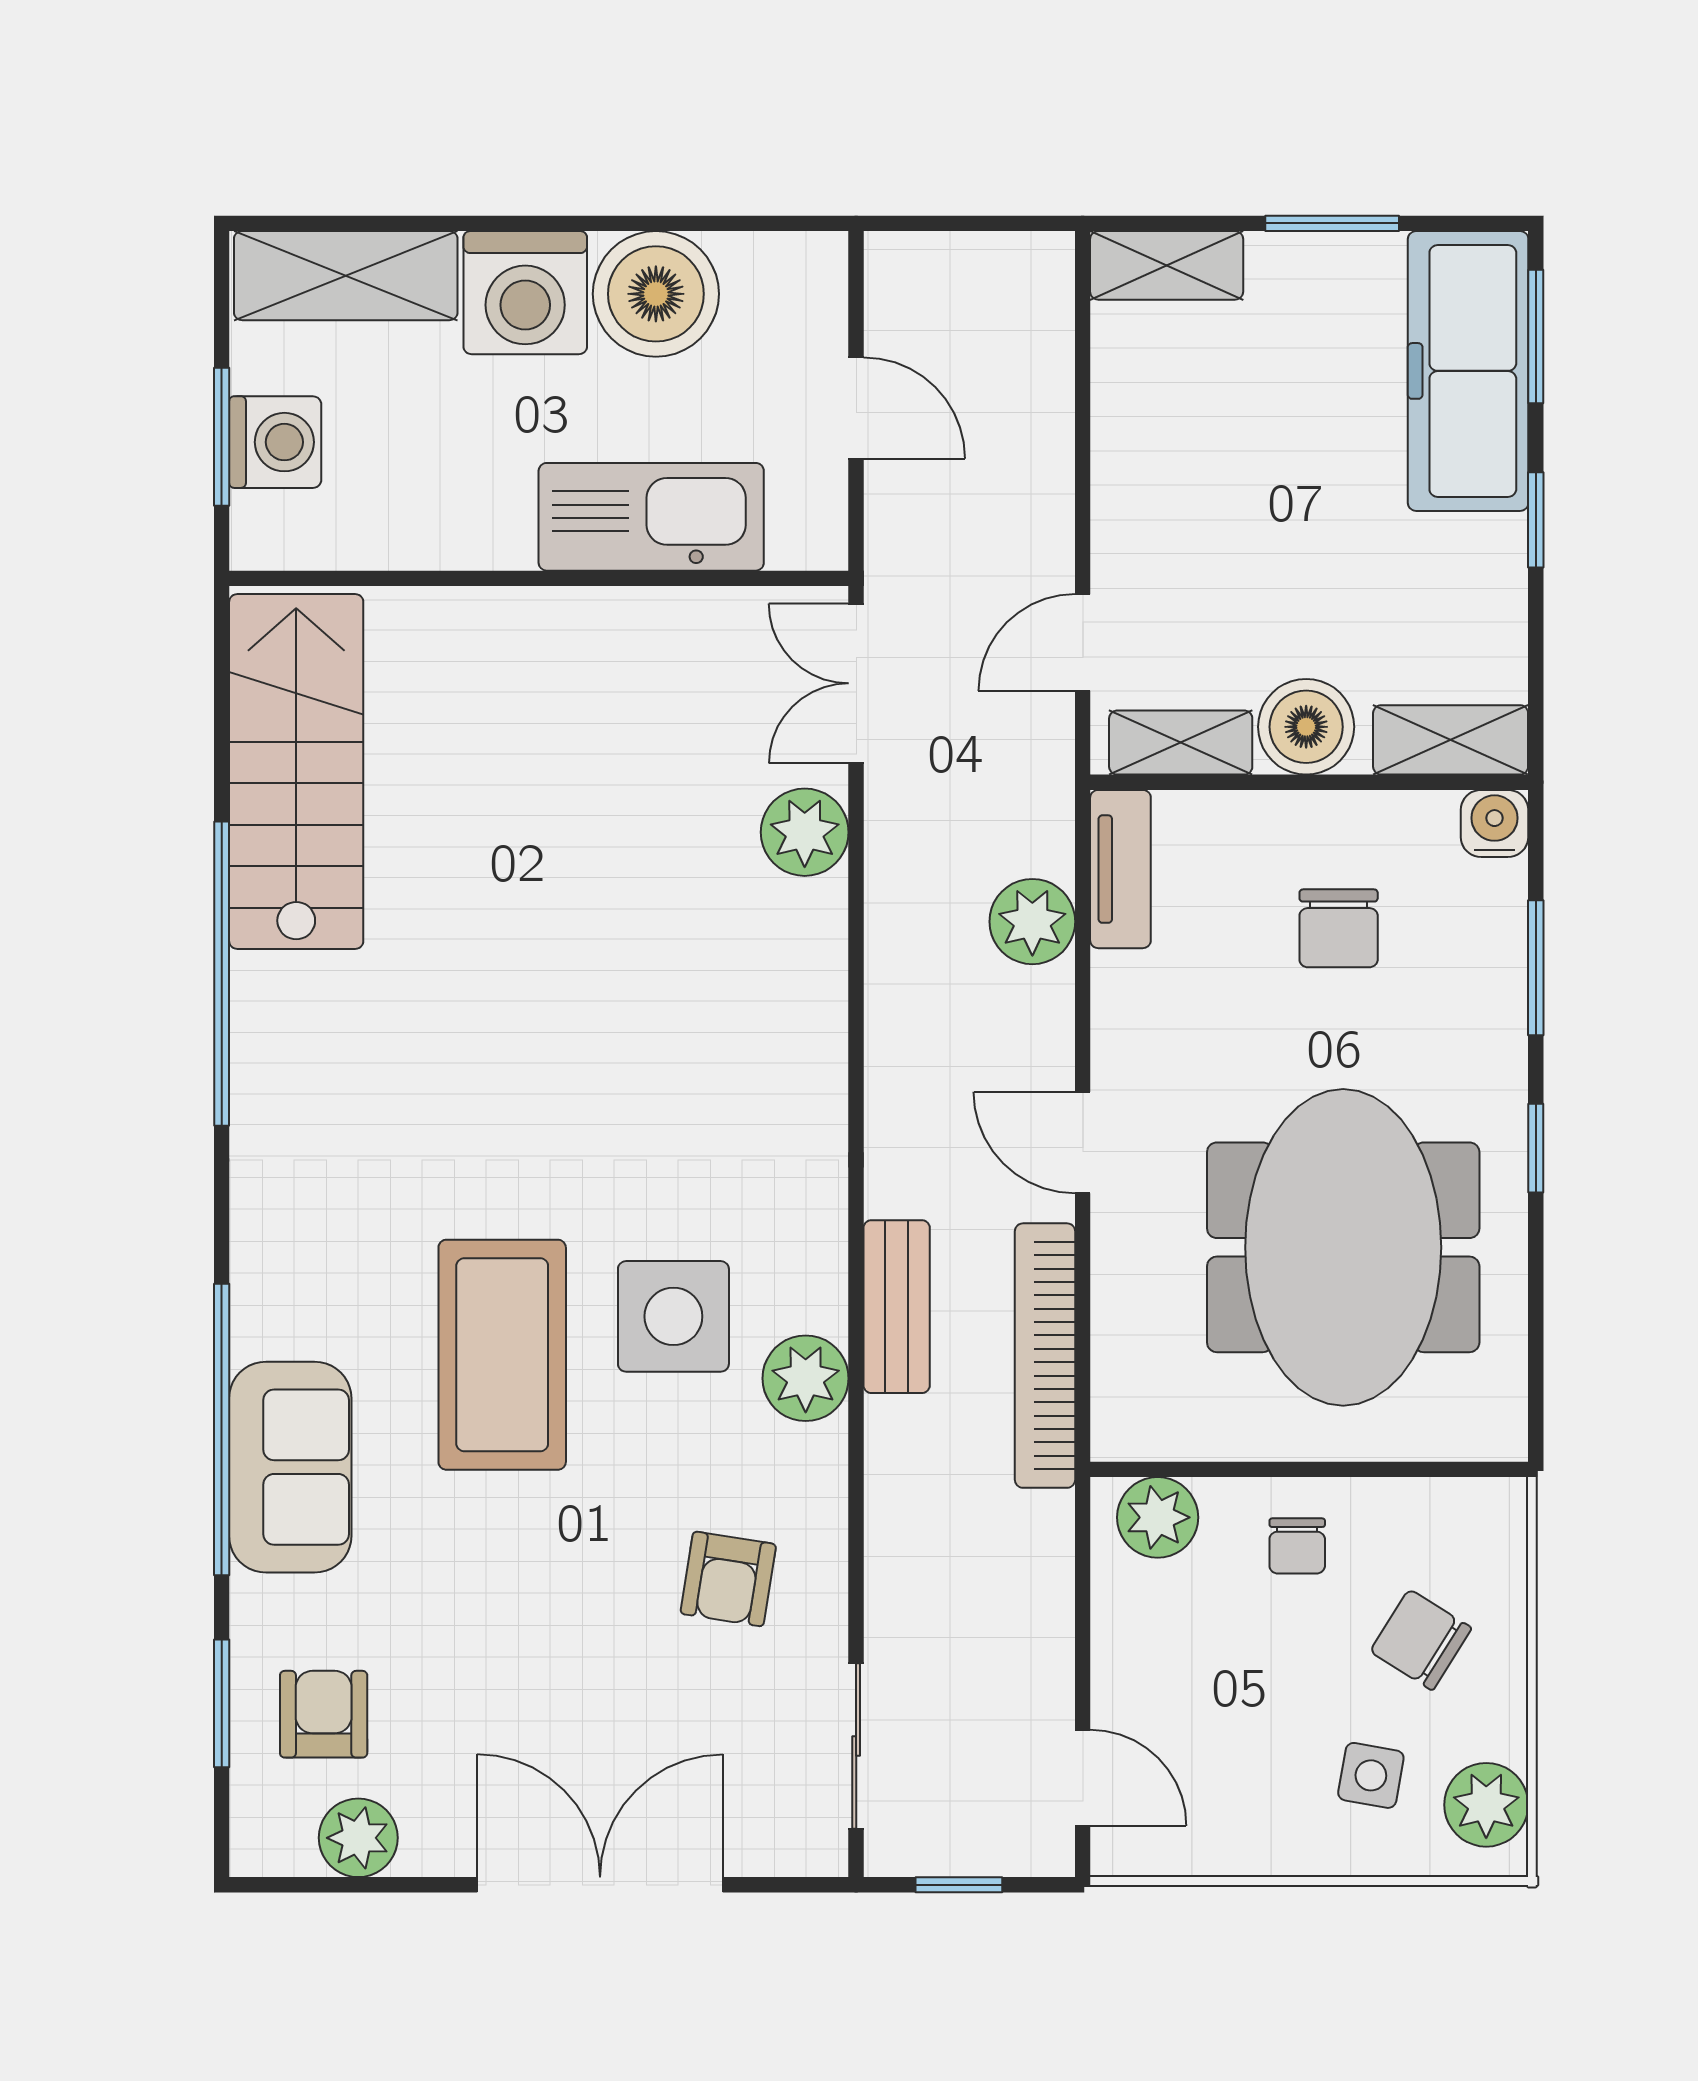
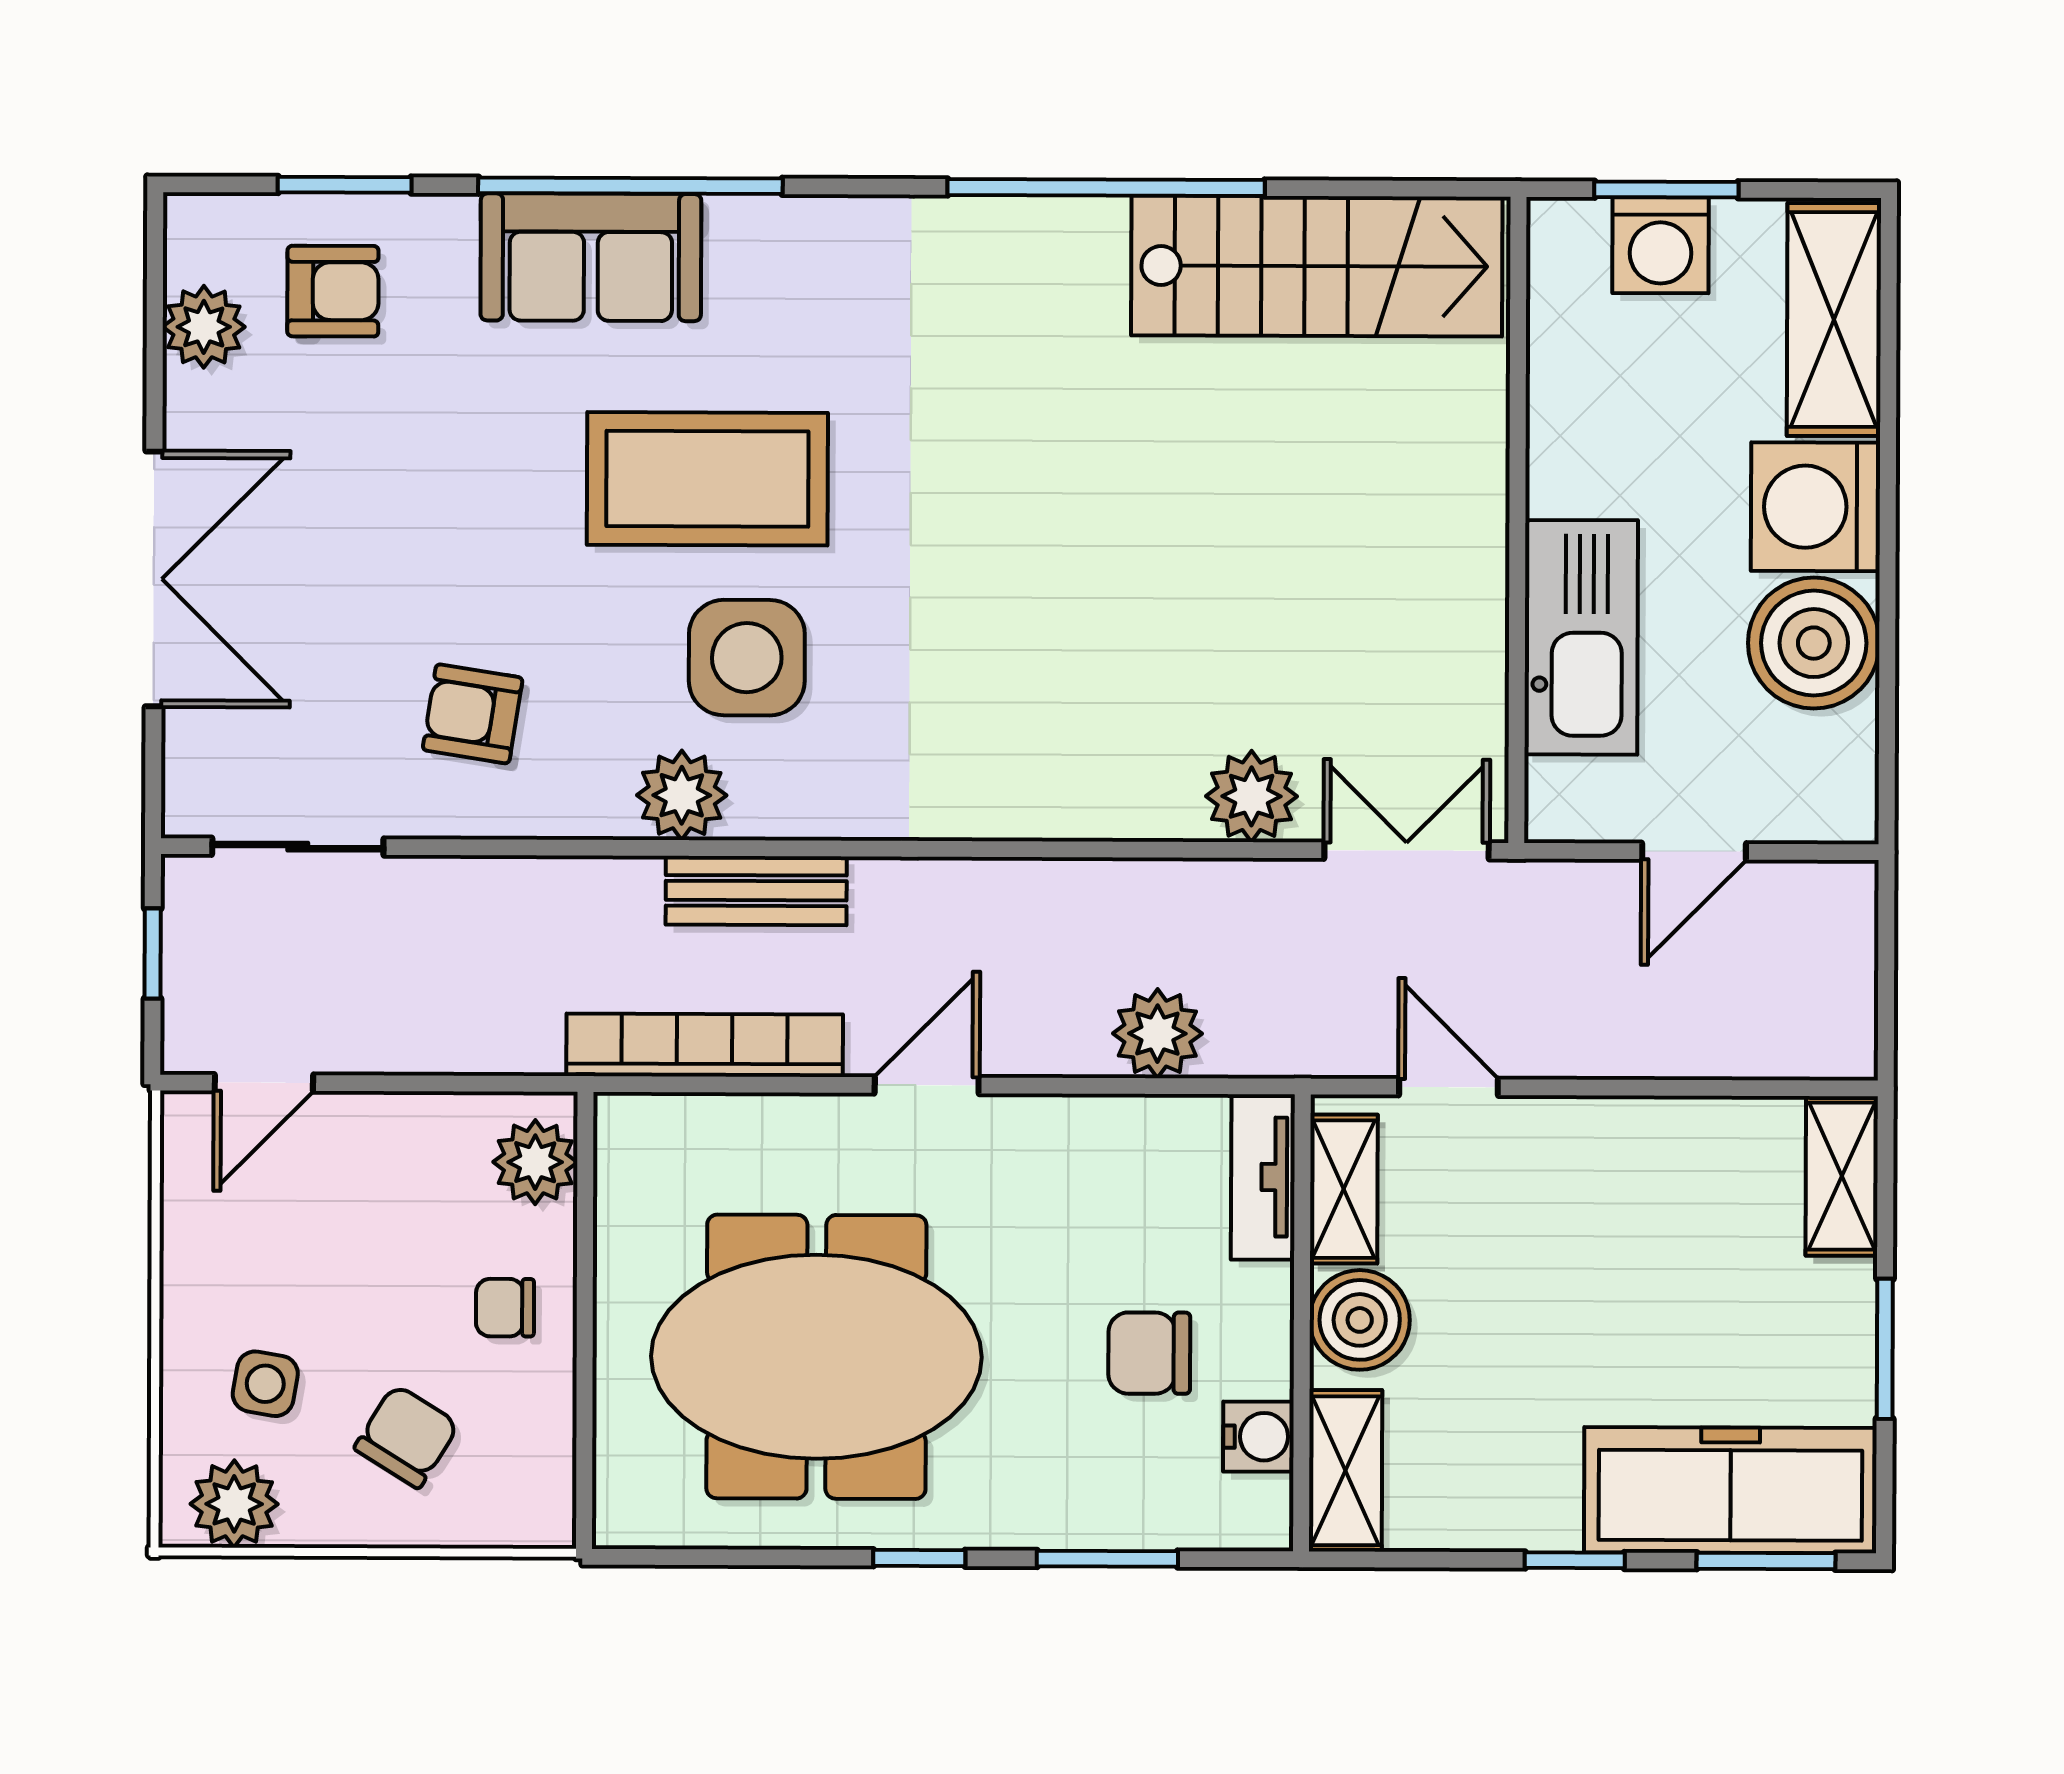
water cooler: (1494, 823) -> (1258, 1437), moved
tv unit: (1120, 869) -> (1263, 1177), moved, turned 90

